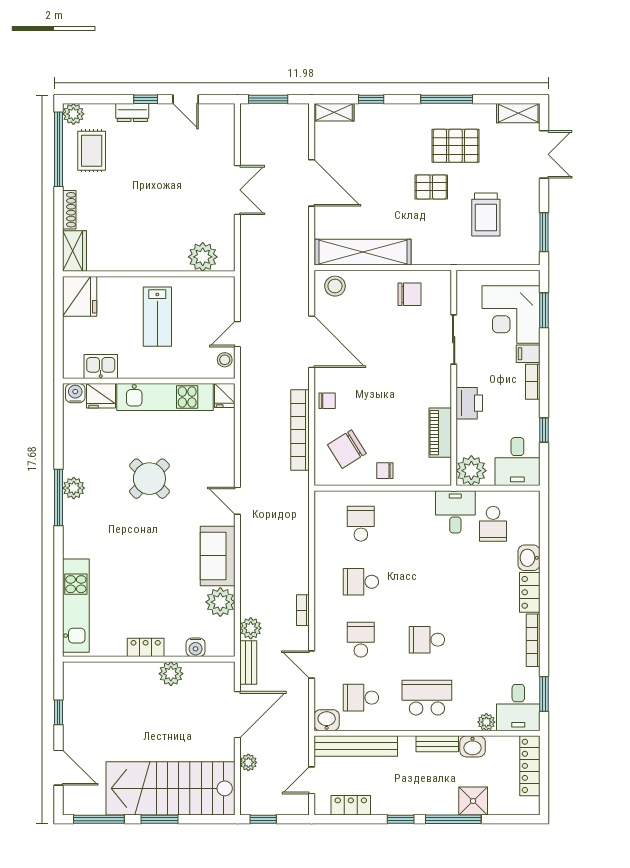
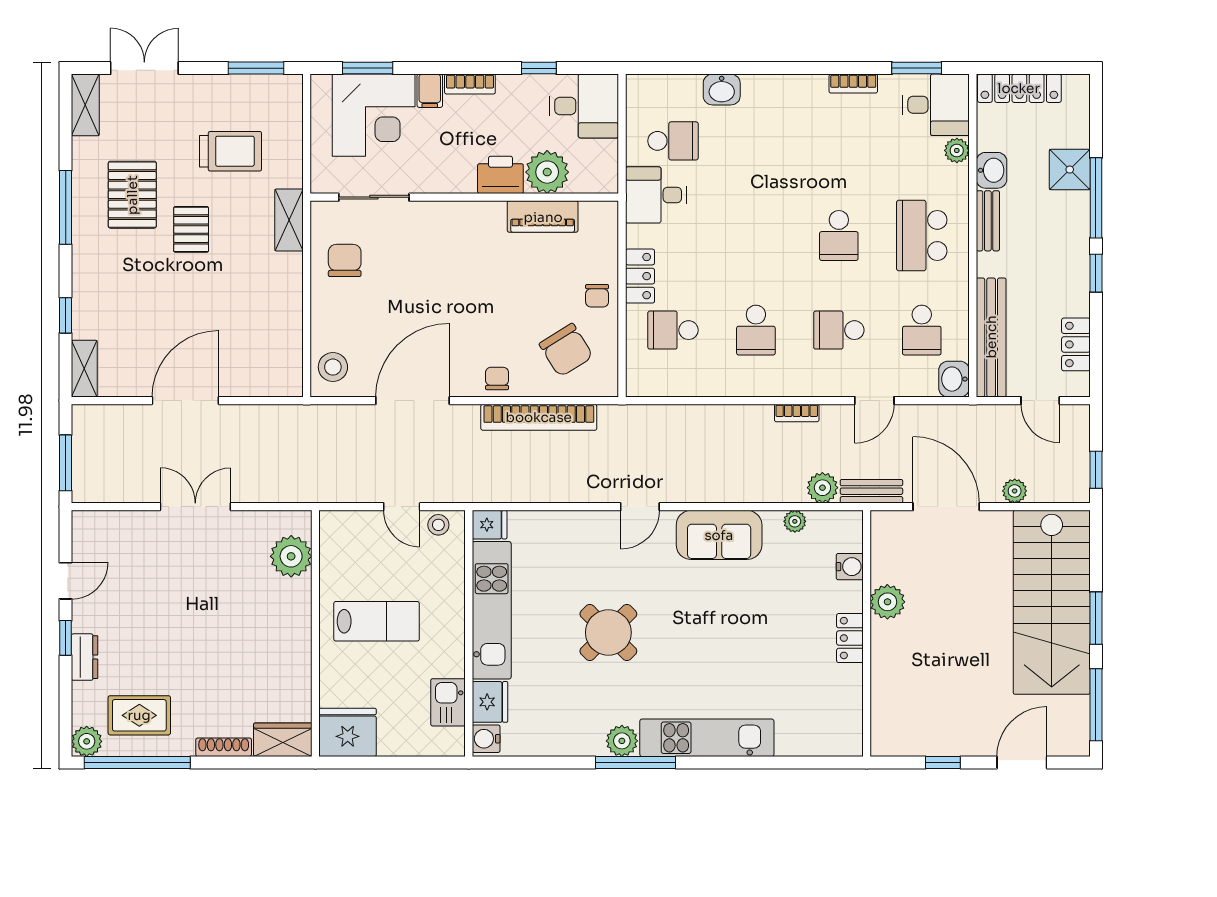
shelving: (363, 252) -> (289, 220), moved, width x0.45, depth x0.75
sliding door: (454, 340) -> (374, 197), moved
plant: (471, 471) -> (547, 172), moved
locker: (530, 592) -> (640, 276), moved, turned -90
plant: (220, 602) -> (795, 521), width x0.53, depth x0.53
kitchen unit: (76, 606) -> (707, 738), moved
bookcase: (533, 640) -> (853, 84), width x0.64

